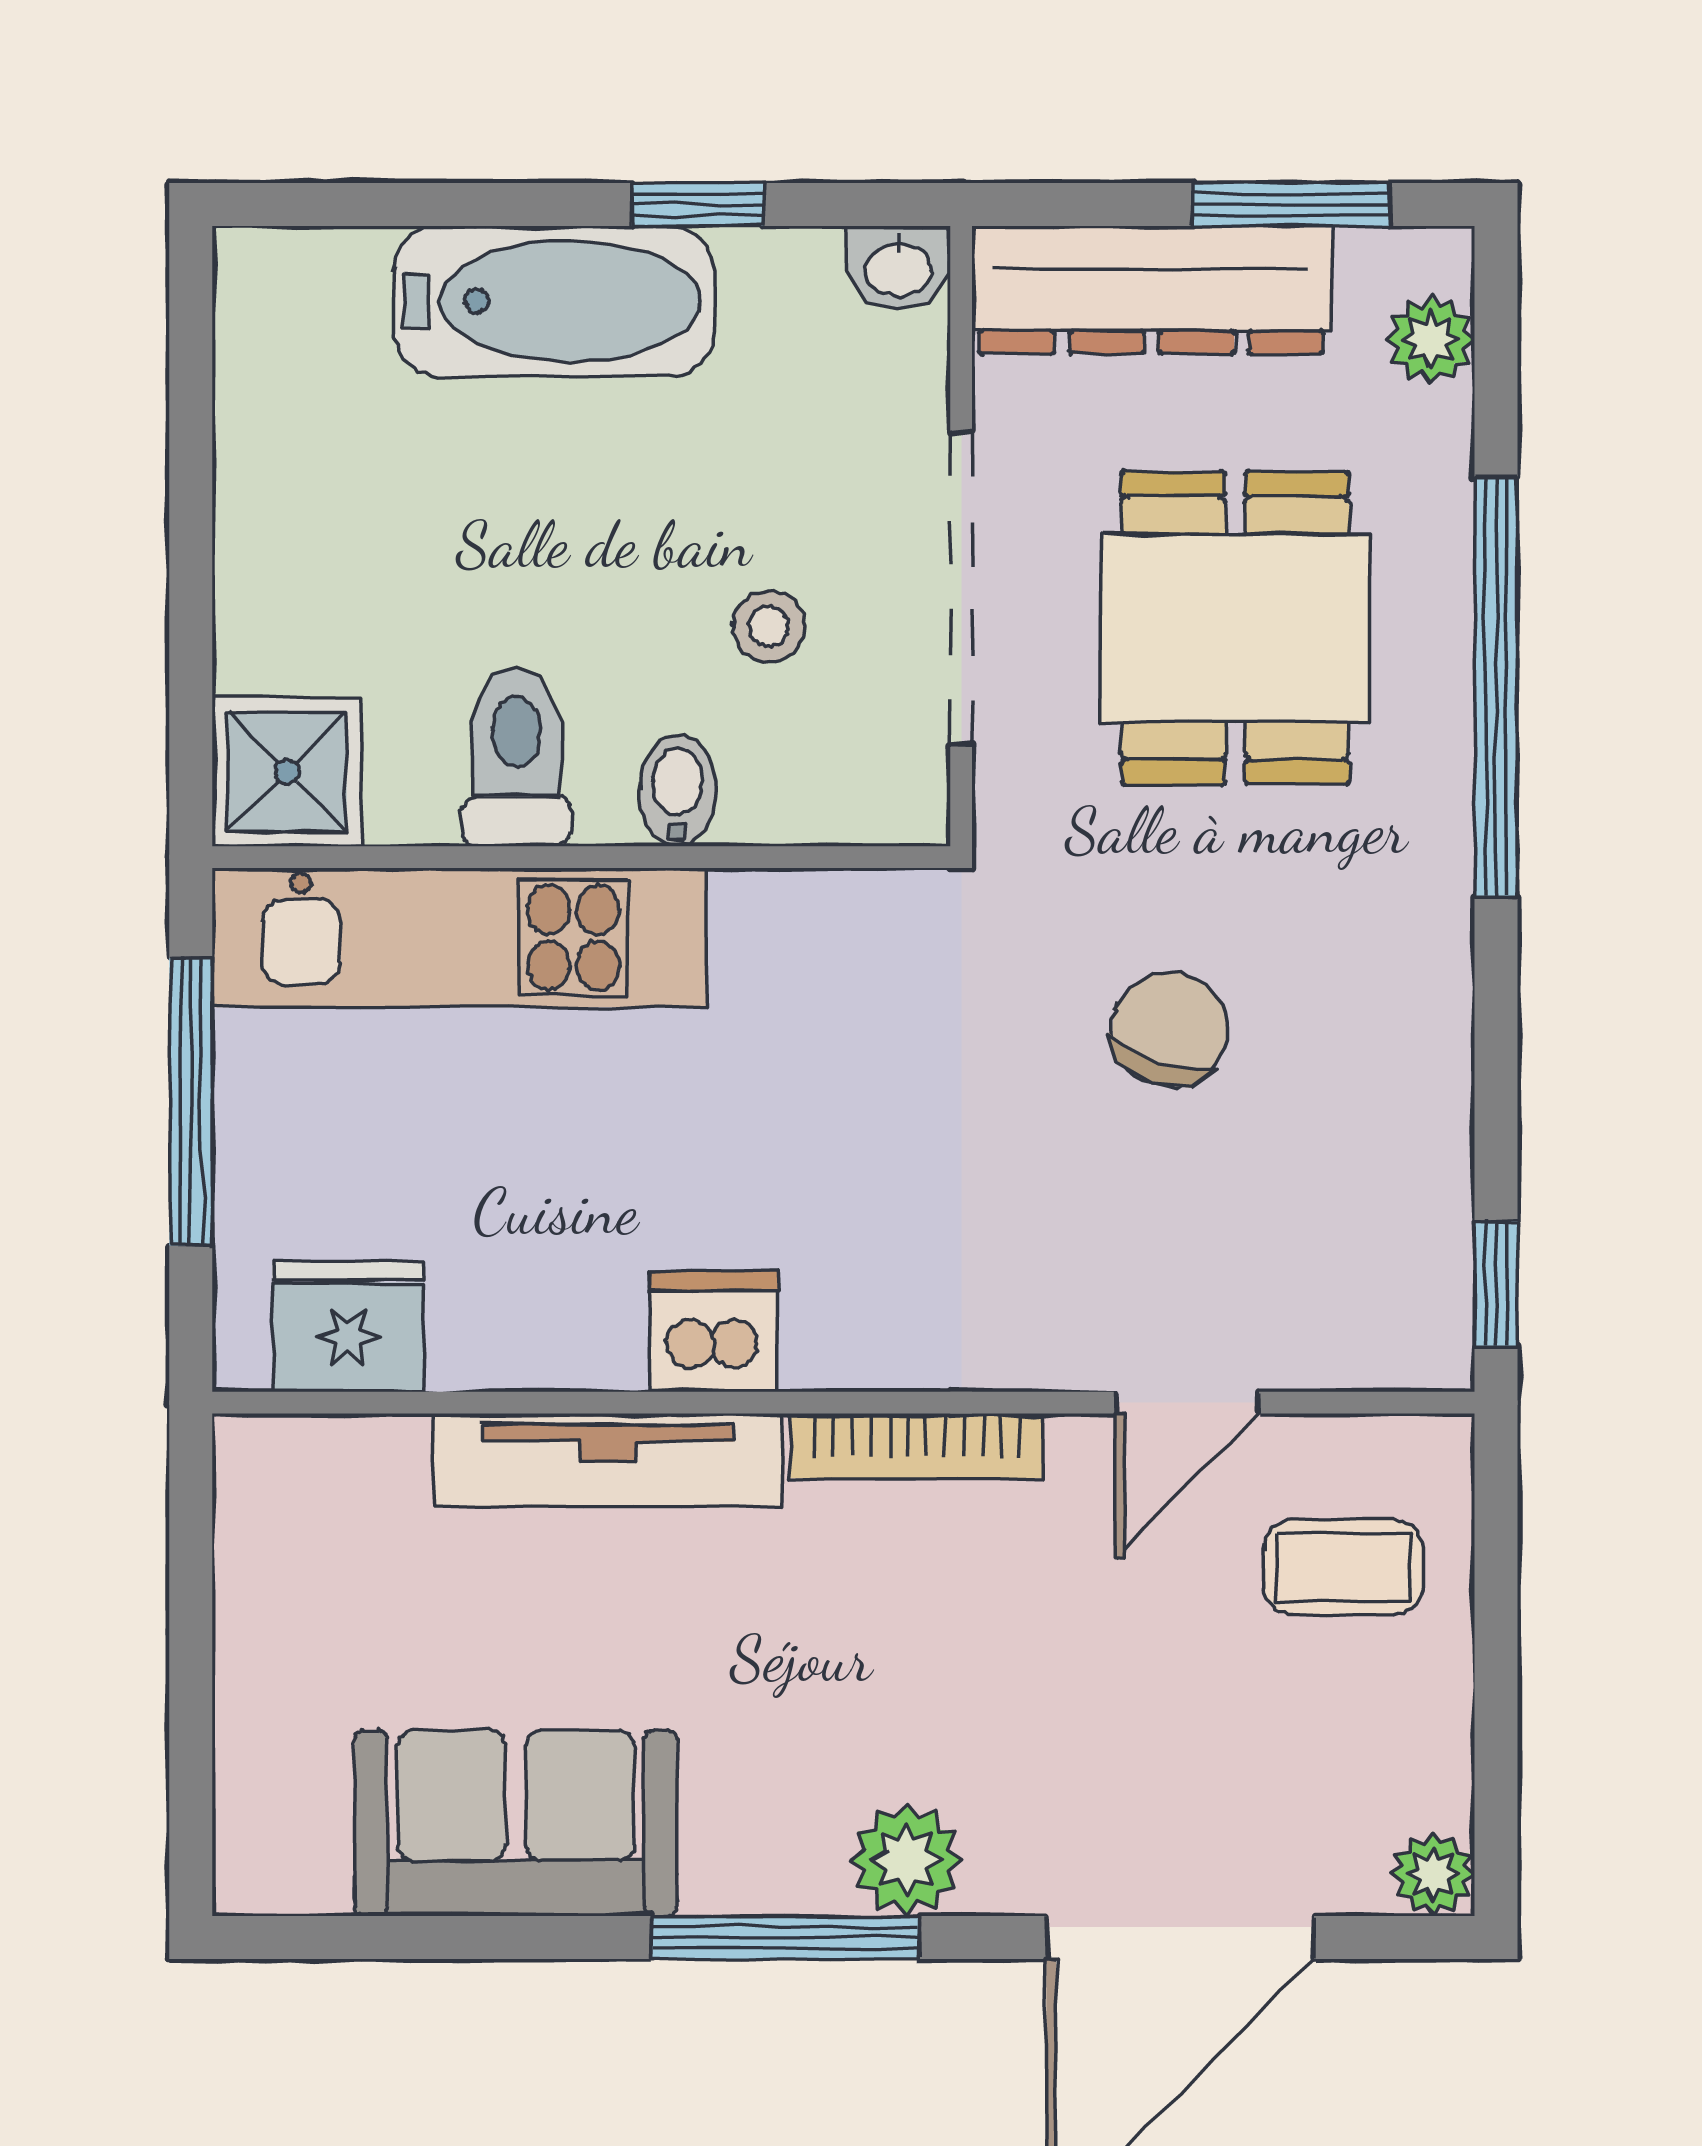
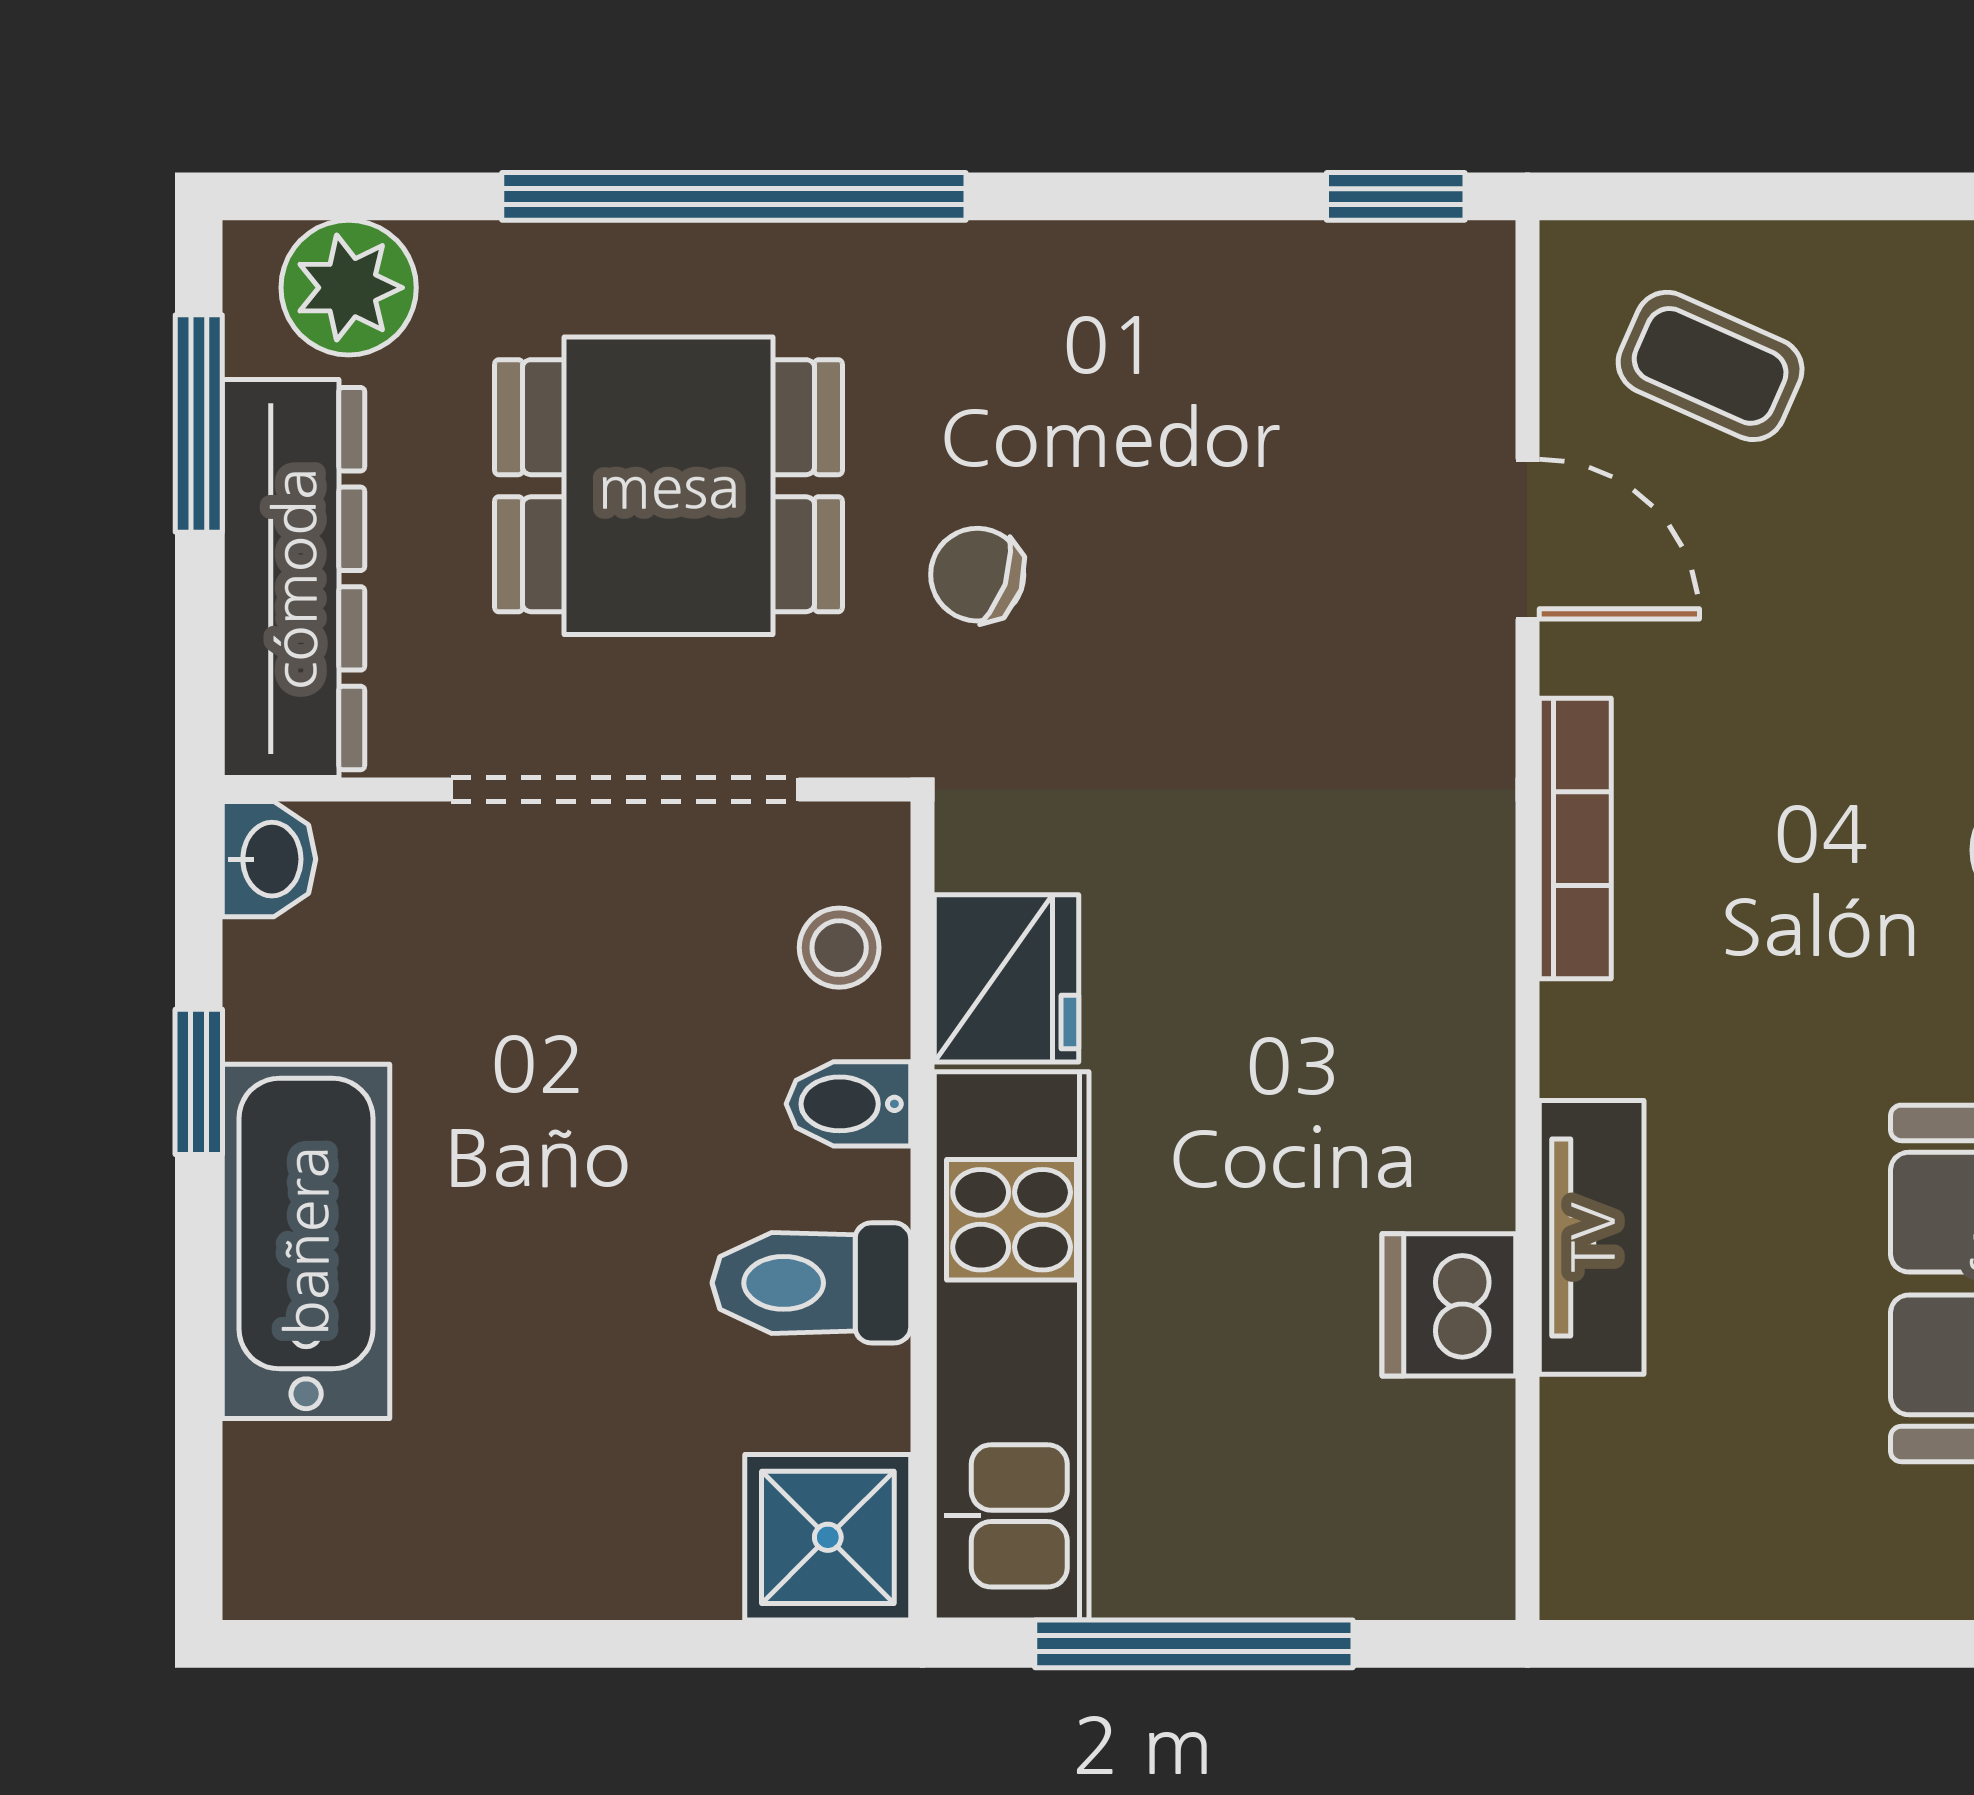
plant: (1430, 340) -> (349, 288), width x1.38, depth x1.38
stool: (769, 626) -> (839, 948), moved
chair: (1170, 1029) -> (977, 575), moved, width x0.73, depth x0.73
fridge: (348, 1327) -> (1006, 978), moved, turned 180
dishwasher: (714, 1332) -> (1449, 1305), moved
tv unit: (608, 1461) -> (1592, 1237), width x0.71
coffee table: (1343, 1567) -> (1710, 366), turned -66

